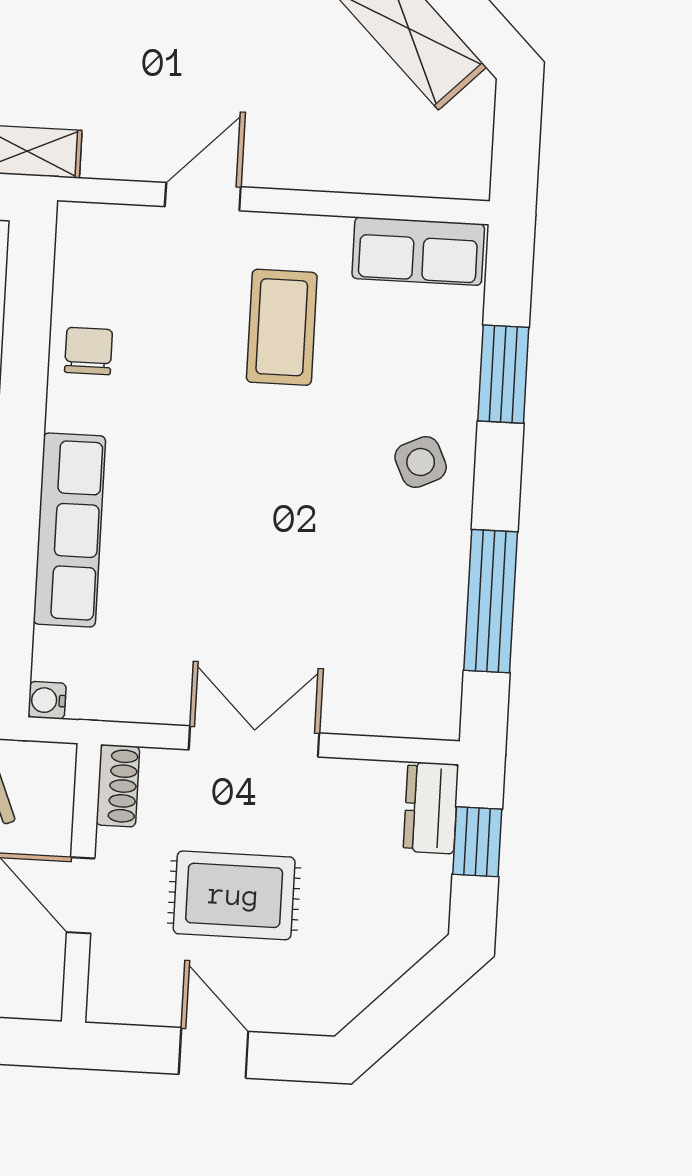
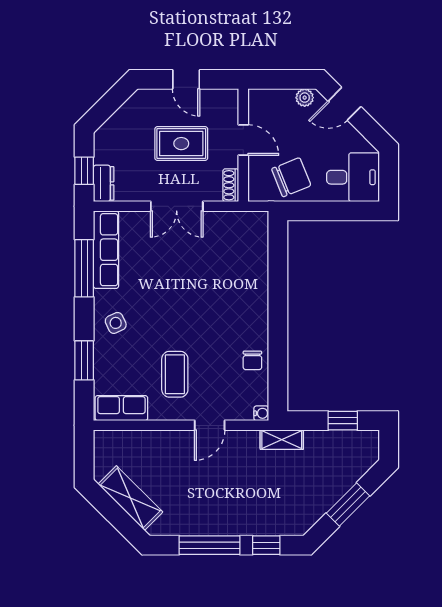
row of seats: (69, 530) -> (106, 250), moved, turned 180
water cooler: (47, 700) -> (261, 413), moved

